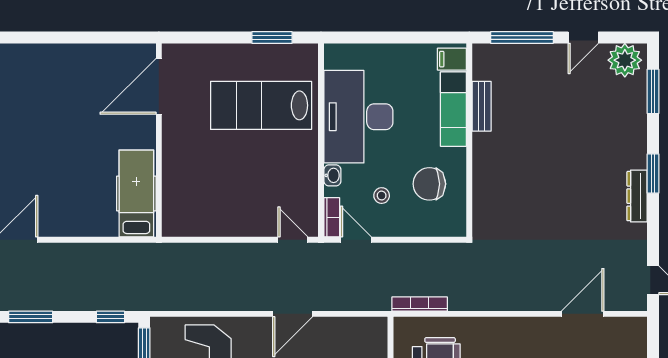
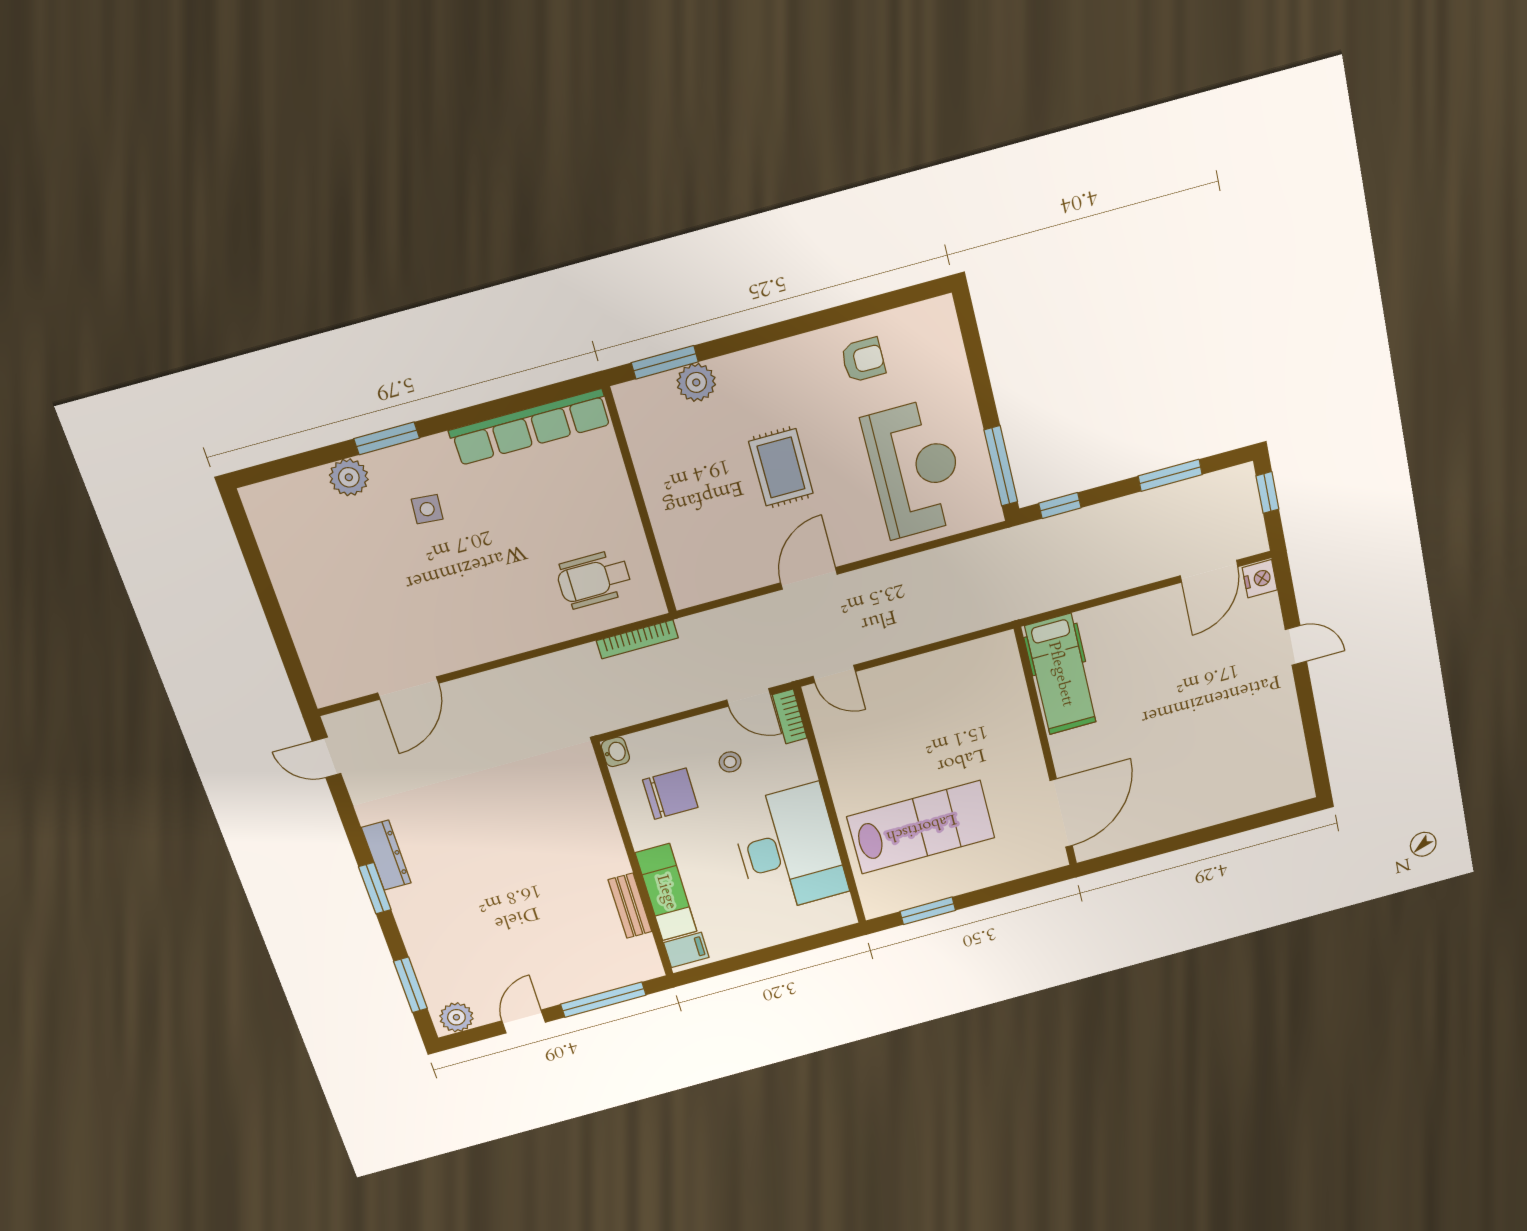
plant: (625, 60) -> (456, 1017), width x0.73, depth x0.73
washbasin: (332, 175) -> (615, 752), moved, turned 180

